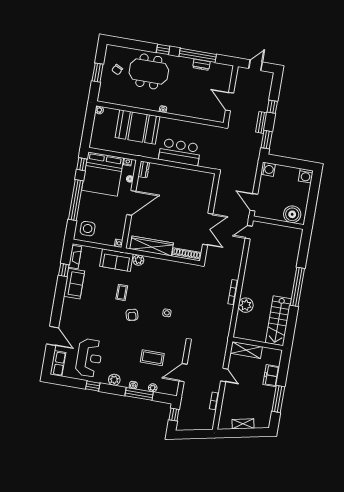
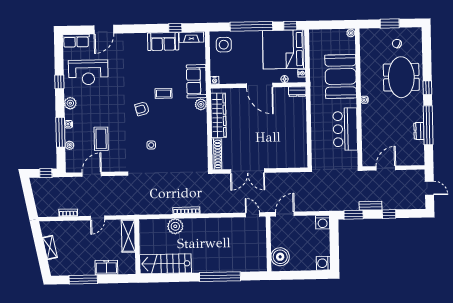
bar counter: (180, 152) -> (345, 129), moved, turned 180
window: (297, 287) -> (220, 277), moved
door: (183, 373) -> (92, 174), hinge flipped

